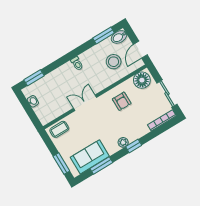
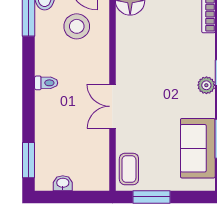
armchair: (122, 101) -> (143, 50), removed
window: (61, 164) -> (151, 197), moved

